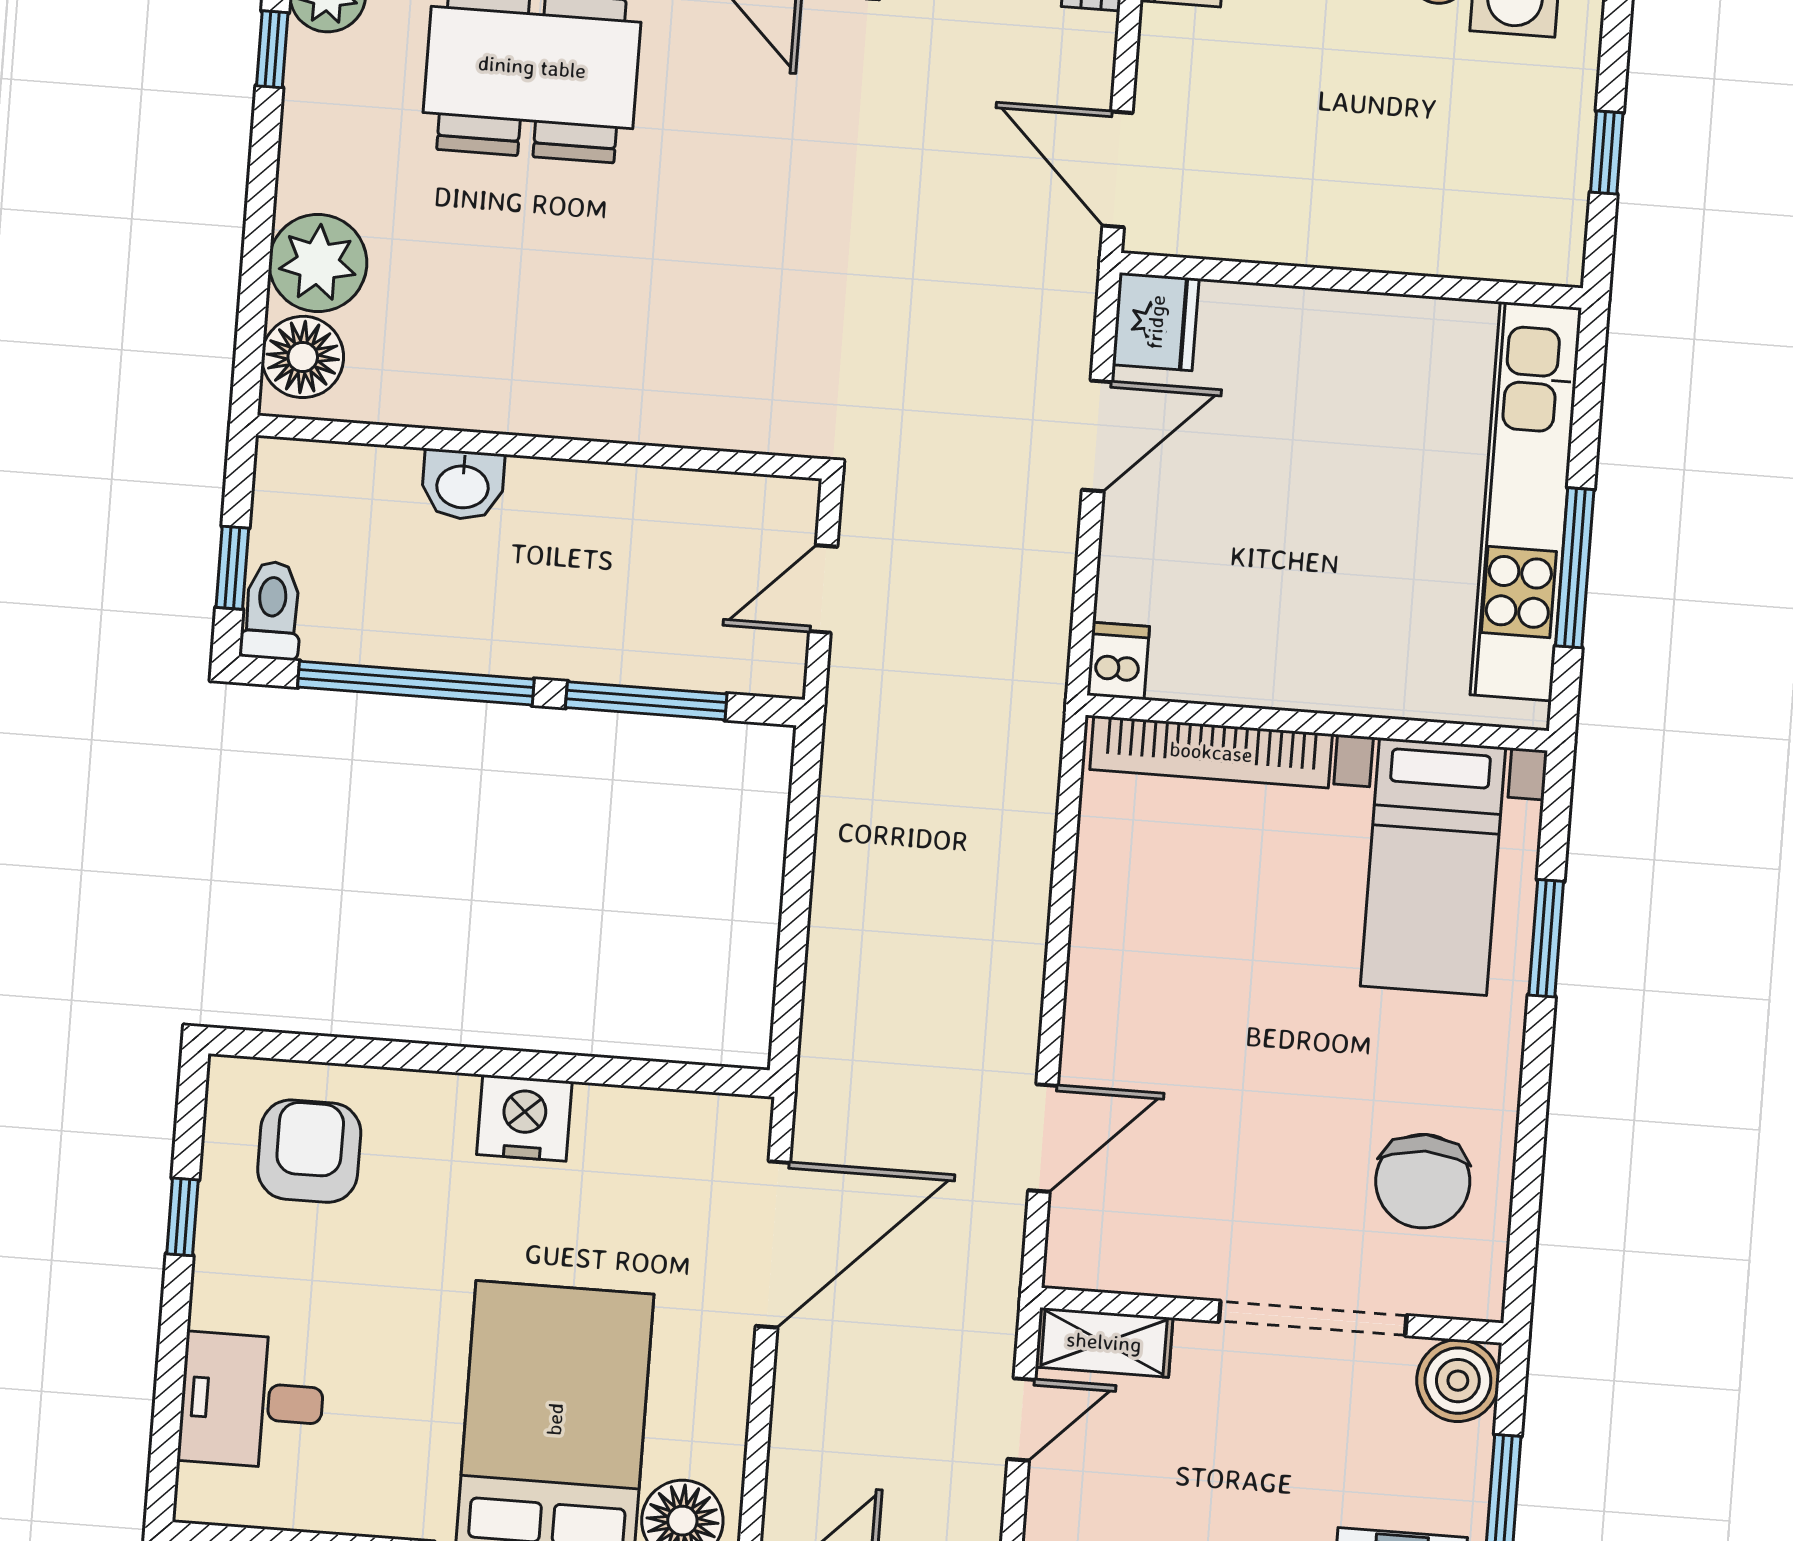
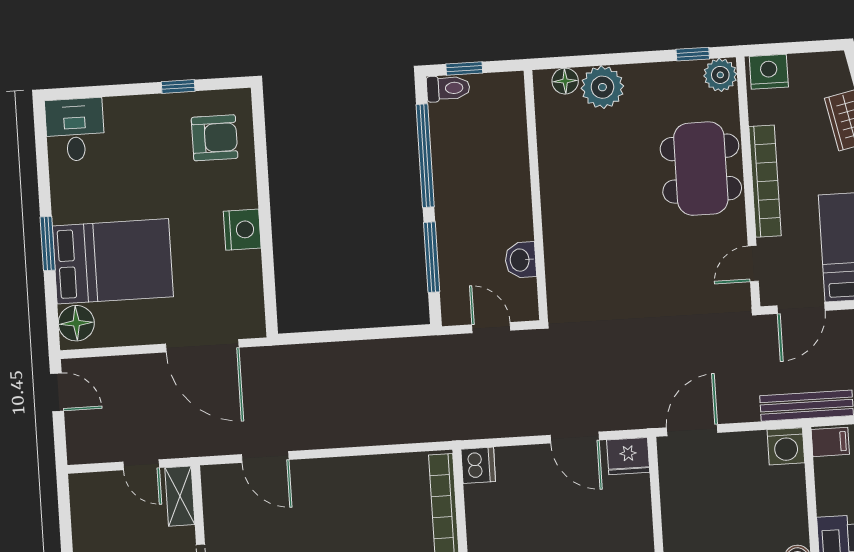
floor lamp: (303, 357) -> (565, 81), width x0.73, depth x0.73
washbasin: (463, 485) -> (521, 260), moved
dishwasher: (1118, 661) -> (478, 465), width x1.38
desk: (252, 1401) -> (75, 130), moved

